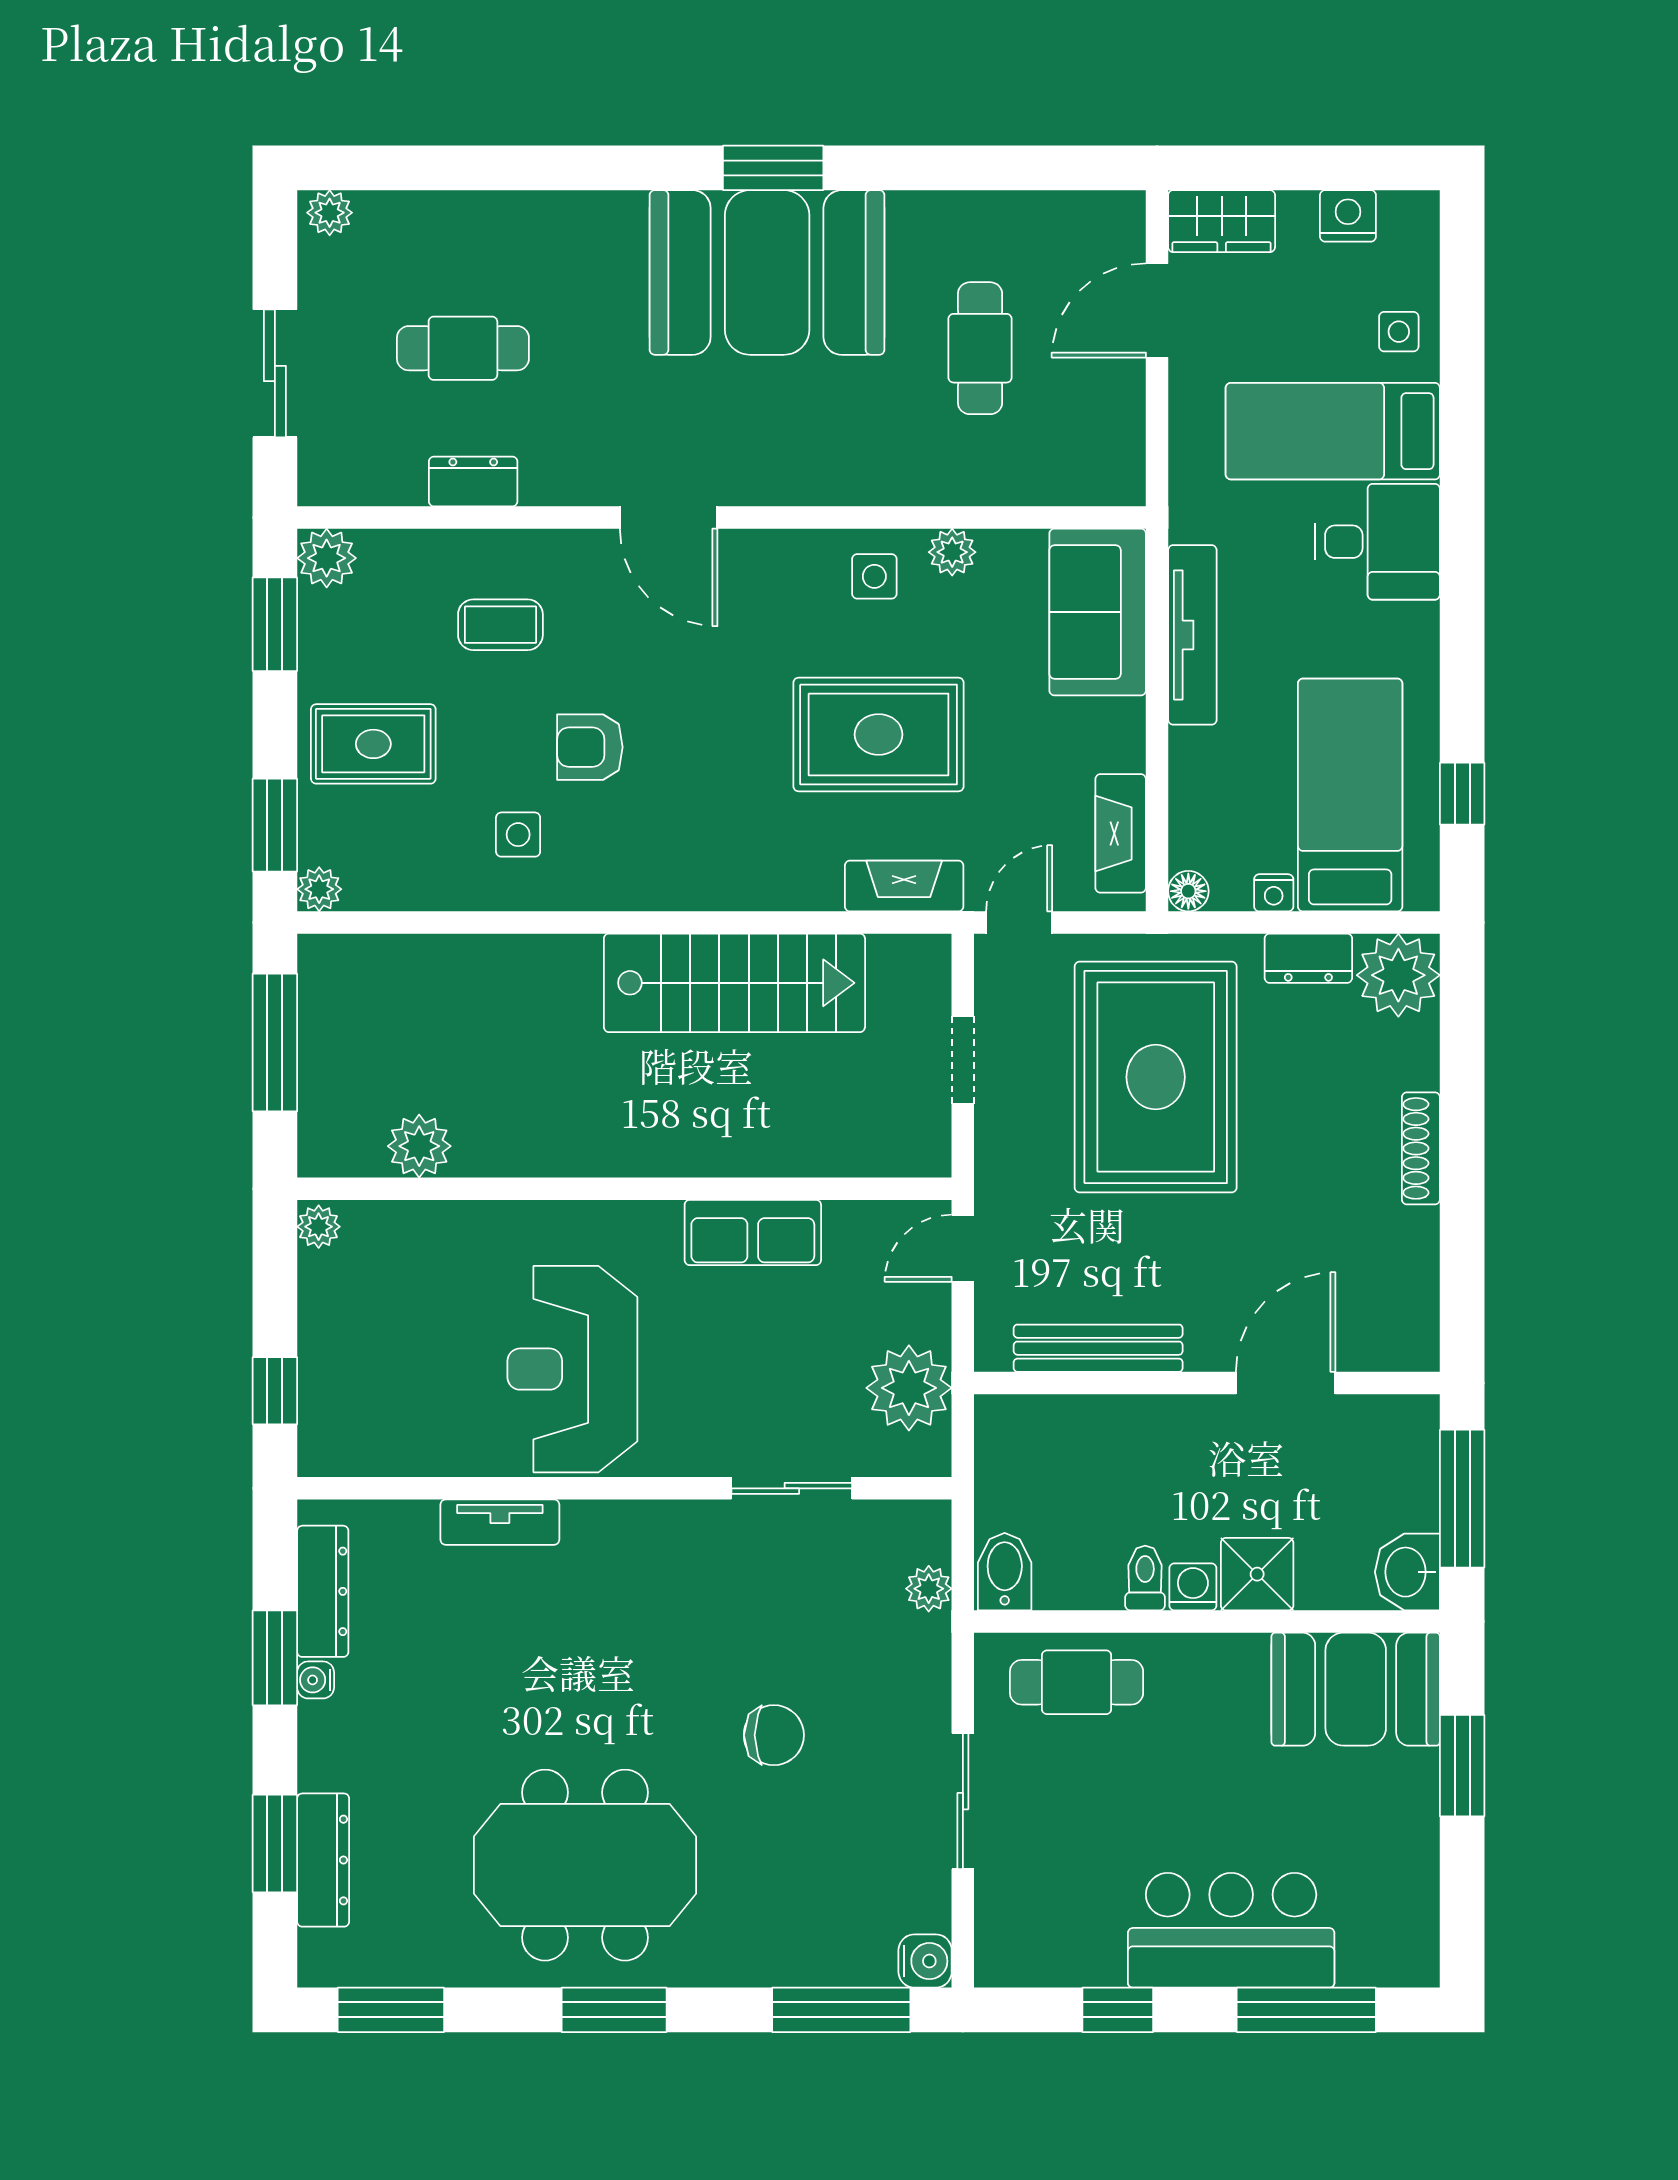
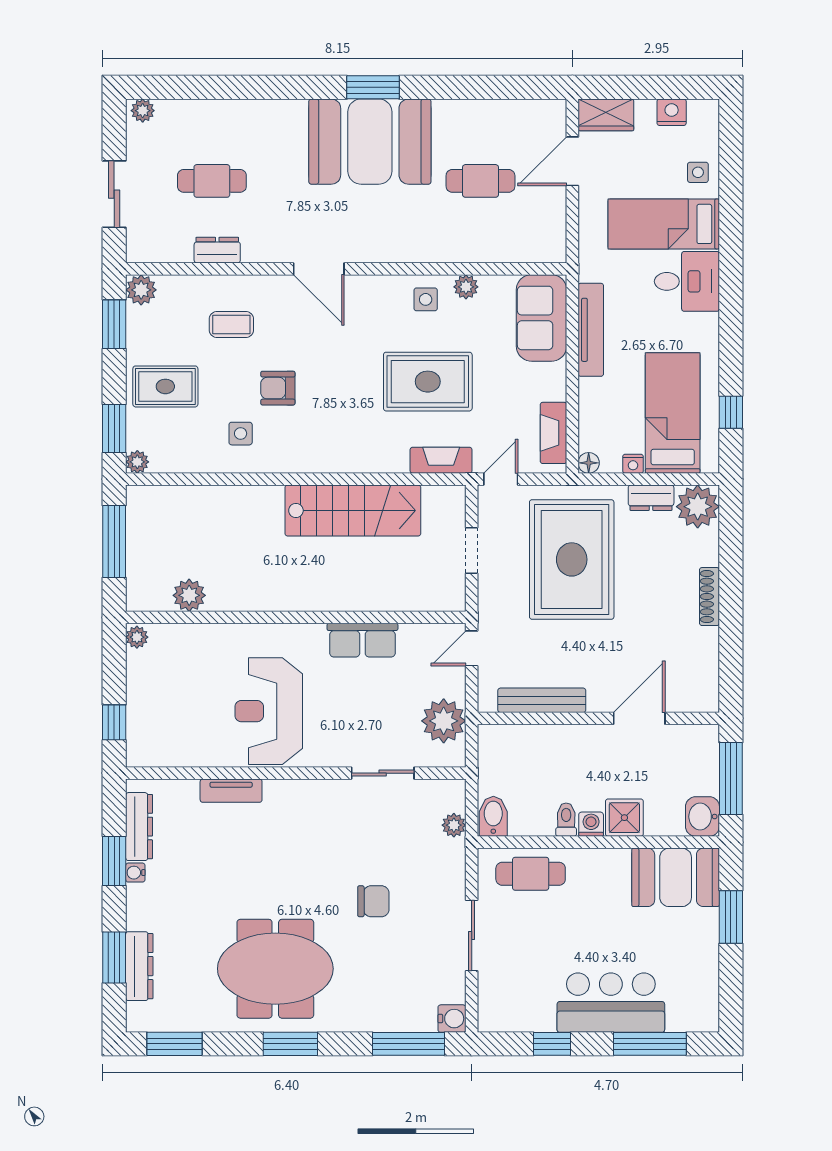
cafe table: (980, 348) -> (480, 181), turned 90

